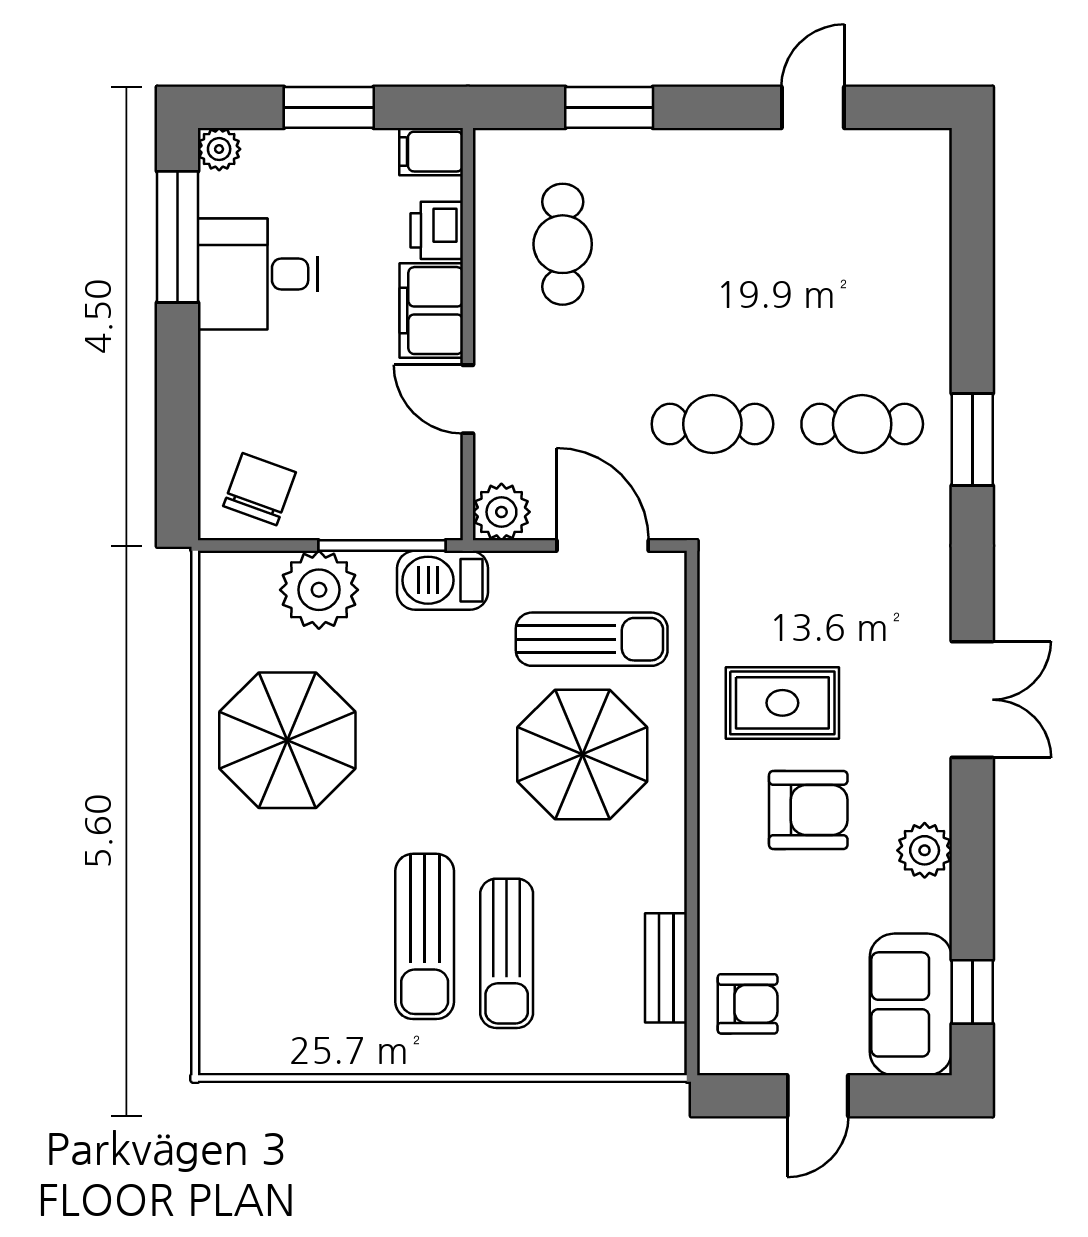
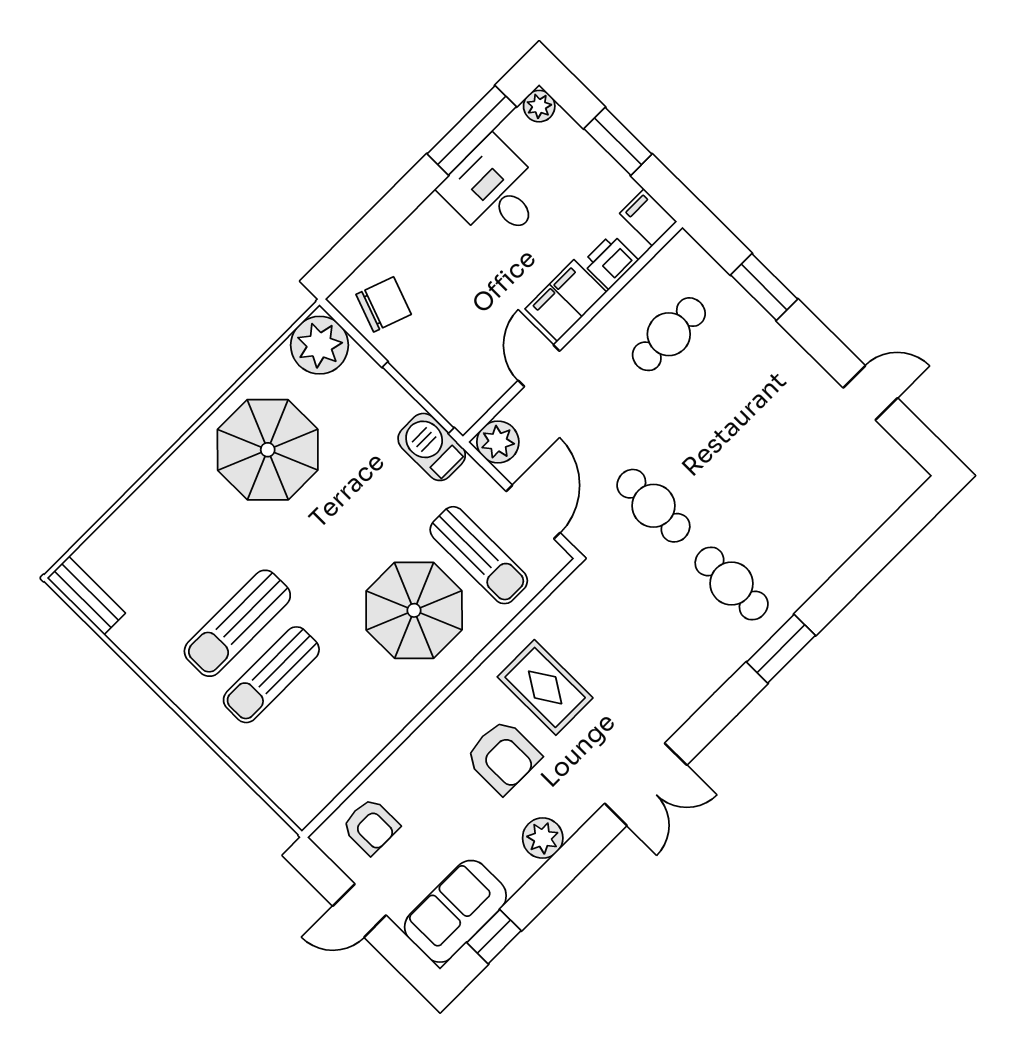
plant: (319, 590) -> (320, 345), moved
bench: (666, 968) -> (86, 595), moved, turned 90

